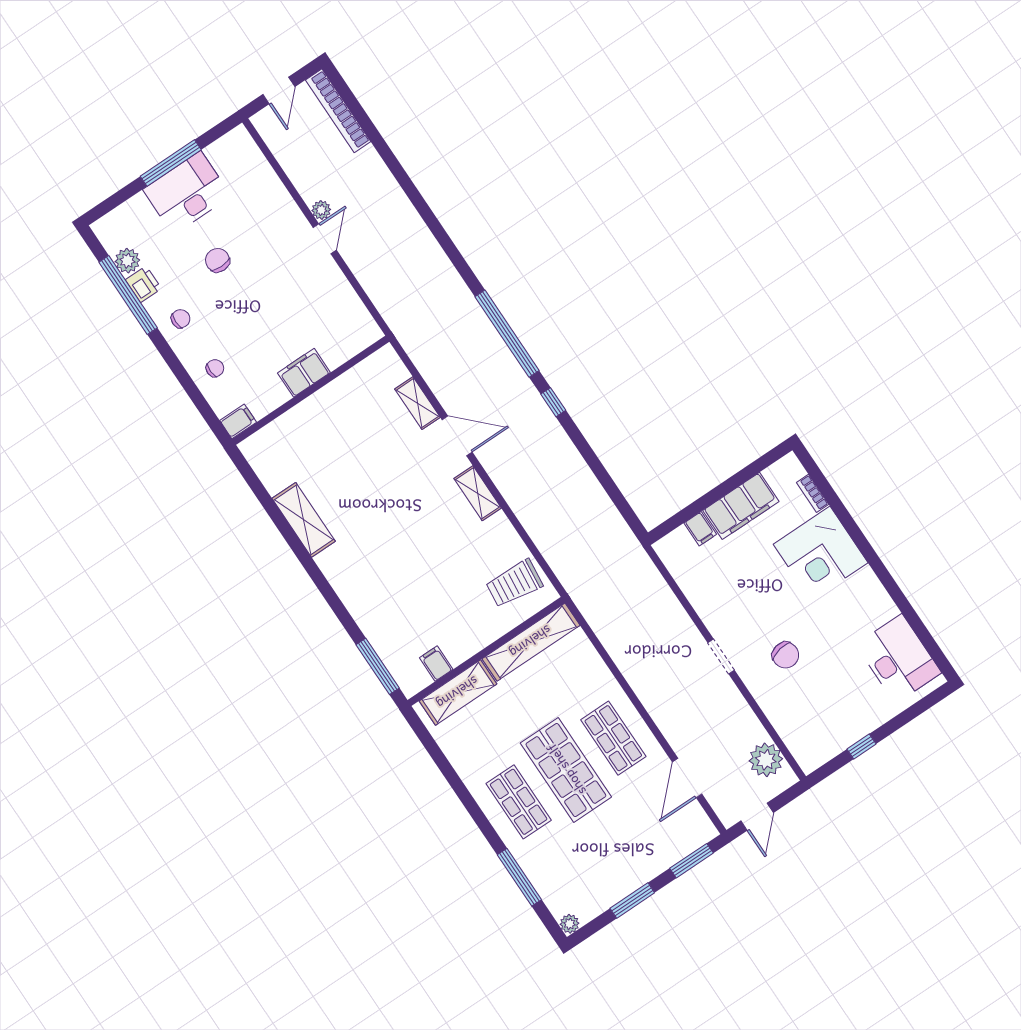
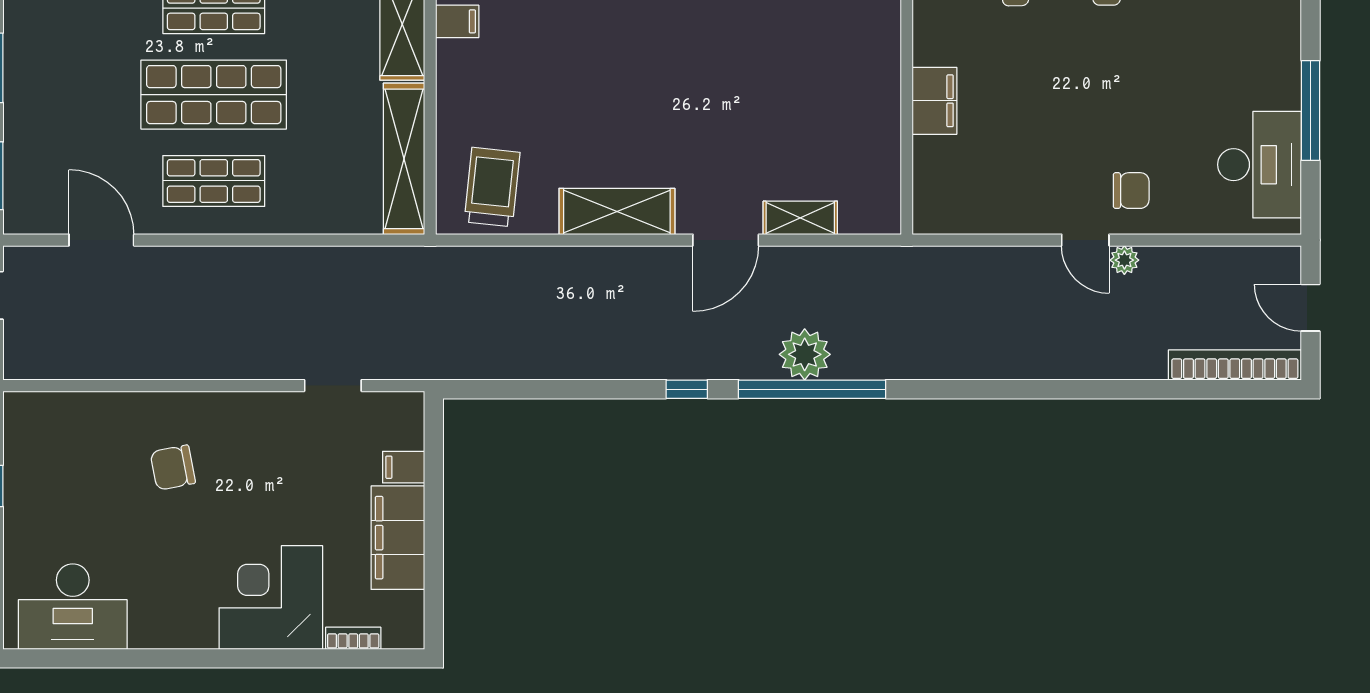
desk: (187, 193) -> (1260, 165), moved
chair: (218, 260) -> (1131, 191), moved
shelving: (478, 493) -> (617, 211), width x1.50, depth x1.33
doorway: (721, 656) -> (333, 386), moved
plant: (766, 760) -> (805, 354), moved

